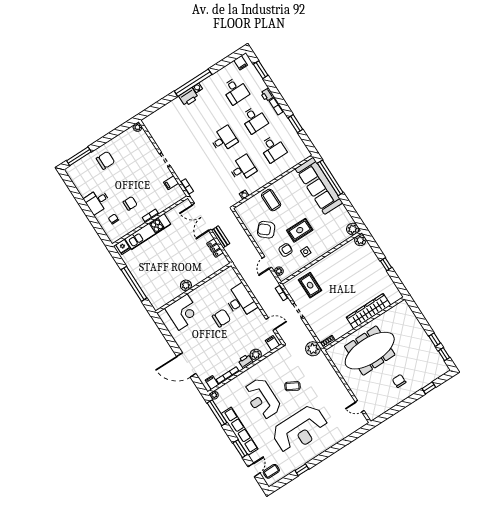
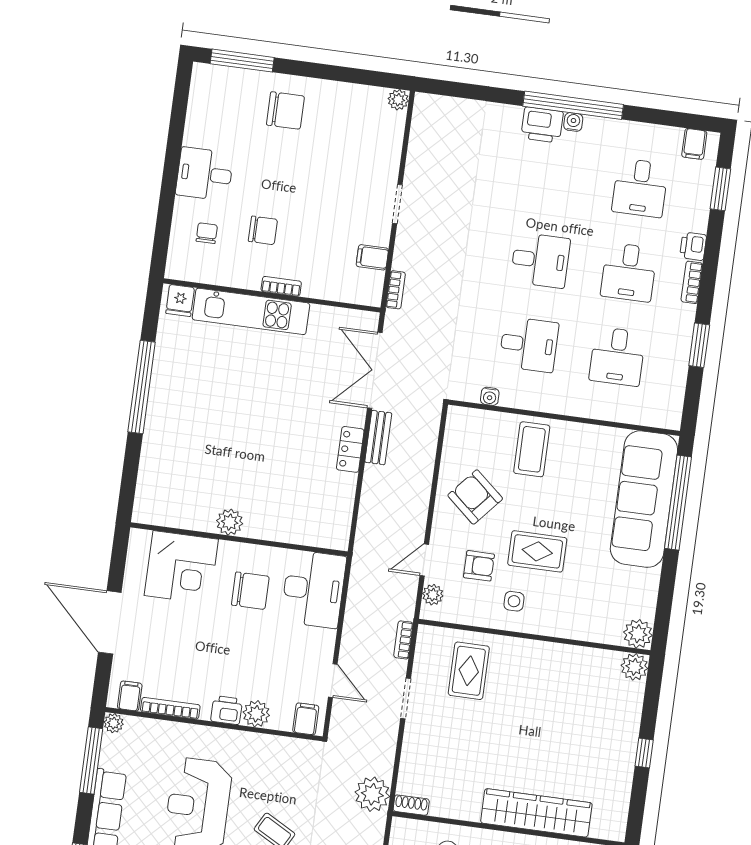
plant: (186, 285) -> (230, 522), moved
wall: (193, 288) -> (239, 539), moved
corner desk: (183, 312) -> (181, 567), moved

